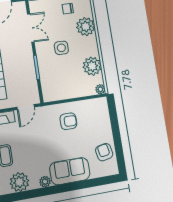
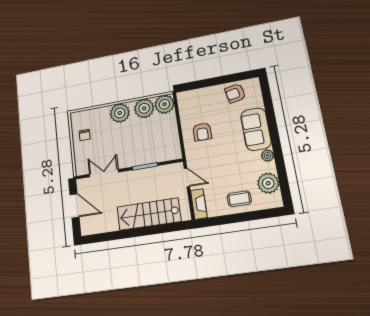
plant: (86, 27) -> (120, 113), moved
side table: (61, 48) -> (125, 141), removed
plant: (100, 89) -> (164, 104), width x1.88, depth x1.88
armchair: (68, 121) -> (202, 132), turned 180

